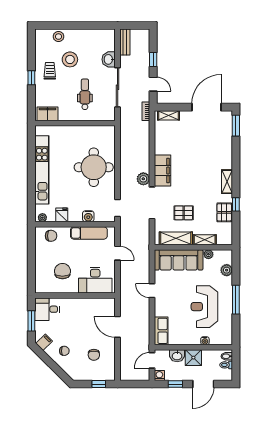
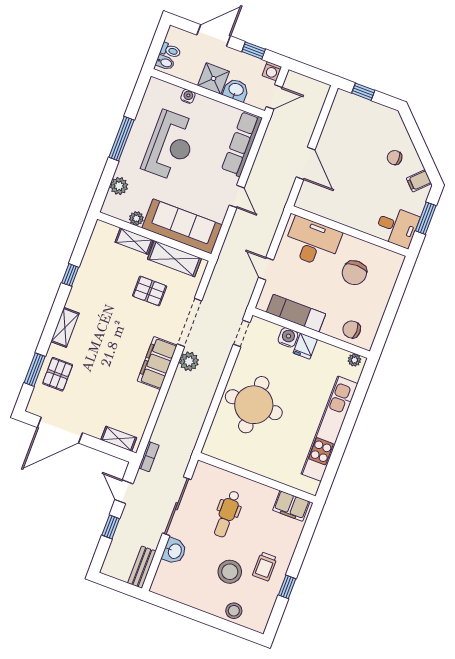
window: (31, 78) -> (287, 587), moved
window: (236, 126) -> (35, 370), moved
shelving: (227, 182) -> (65, 327), moved
pallet: (224, 212) -> (58, 374), moved
fridge: (62, 215) -> (305, 346), moved
row of seats: (161, 331) -> (242, 144), width x1.48
chair: (94, 355) -> (355, 136), removed

